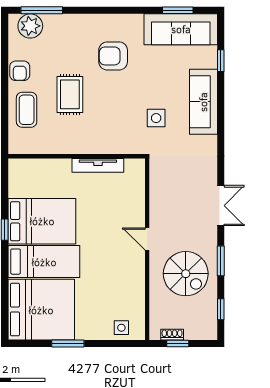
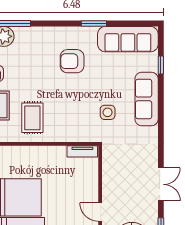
window: (178, 10) -> (94, 23), moved
rug: (70, 94) -> (32, 118), moved
tv unit: (98, 165) -> (82, 151), moved, width x0.71

